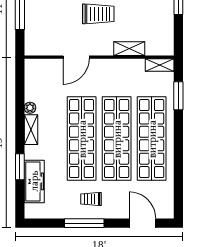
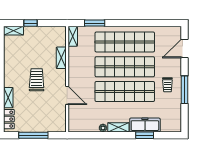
freezer: (34, 181) -> (145, 125), moved

